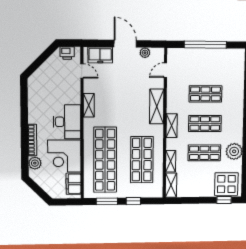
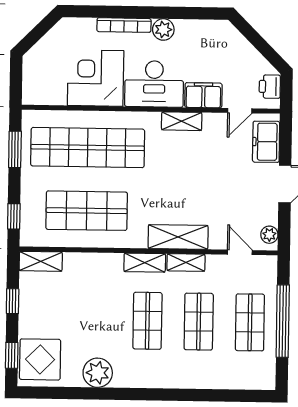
plant: (145, 53) -> (269, 235), moved
shop shelf: (204, 153) -> (250, 322), moved
shelving: (171, 161) -> (186, 262), moved
plant: (35, 163) -> (163, 29), moved
filing cabinet: (74, 184) -> (203, 95), moved
window: (194, 200) -> (13, 301), added
window: (133, 201) -> (14, 216), moved

